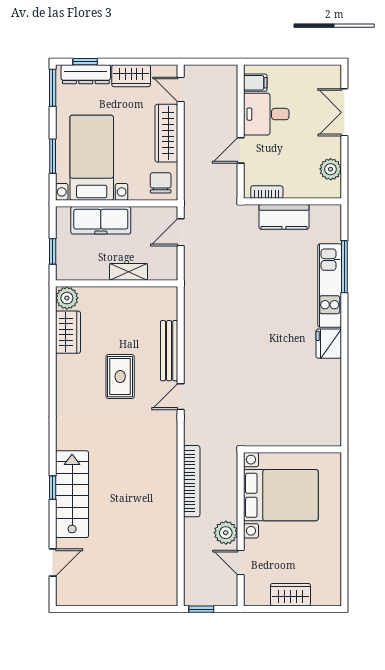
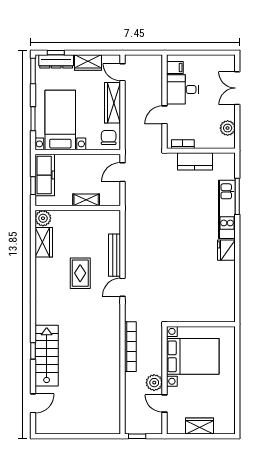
freezer: (101, 220) -> (45, 175), moved, turned -90

